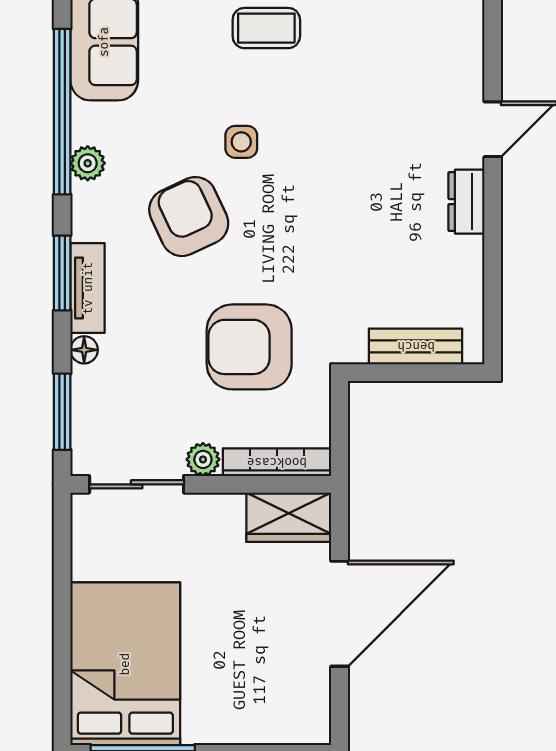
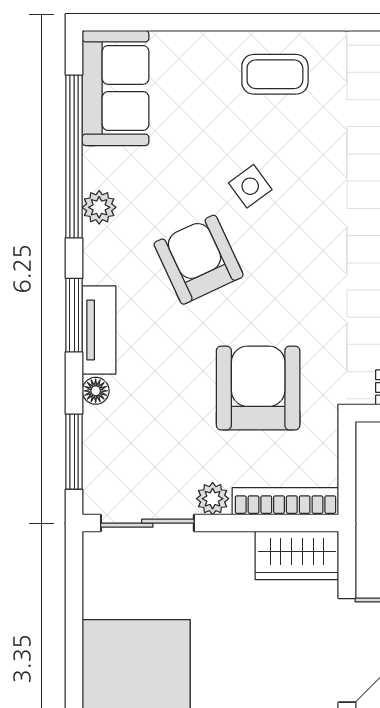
side table: (241, 142) -> (250, 186), turned -36
armchair: (249, 347) -> (258, 388), turned 90

